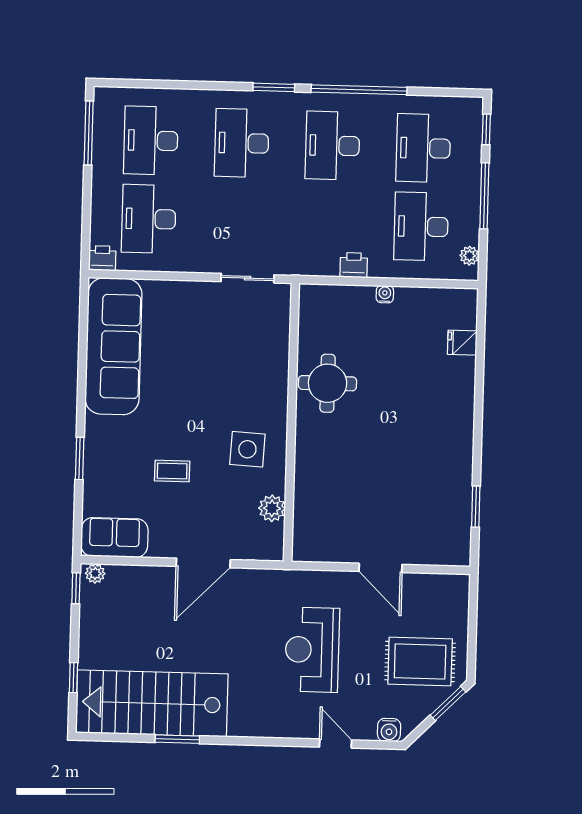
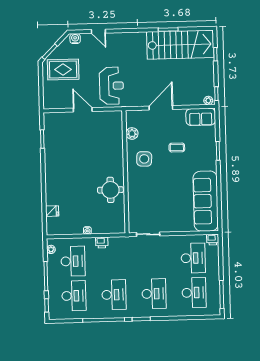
reception desk: (312, 650) -> (111, 86), moved

